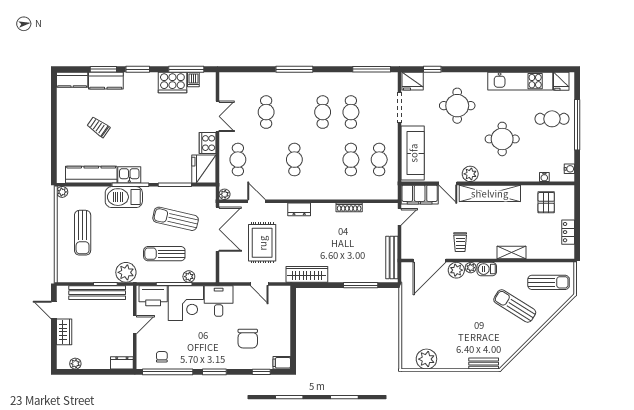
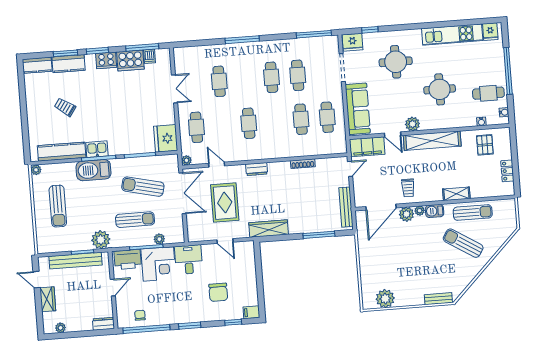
cafe table: (552, 119) -> (488, 93), moved
cooker: (208, 143) -> (106, 60), moved, turned -90
sun lounger: (164, 254) -> (135, 220), turned 180
sun lounger: (549, 282) -> (473, 213), moved

